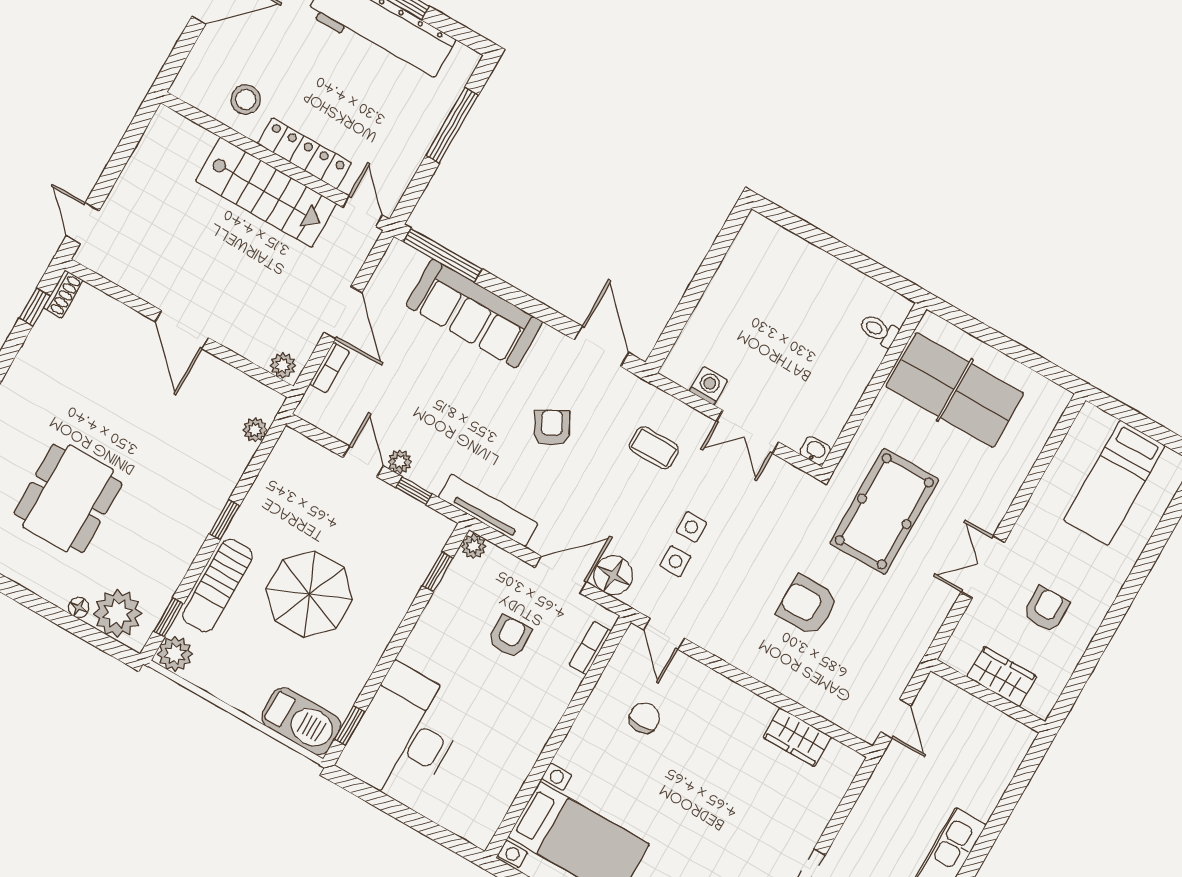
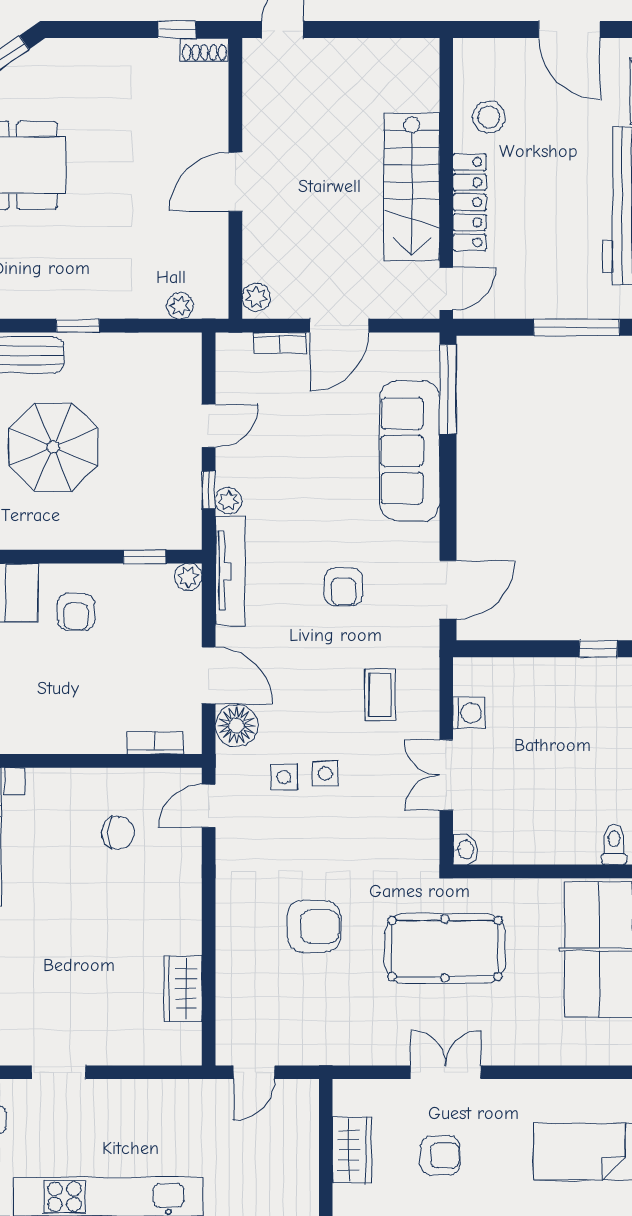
window: (717, 254) -> (598, 649), added
armchair: (552, 428) -> (343, 587), turned 118
plant: (400, 462) -> (228, 501), moved
armchair: (807, 605) -> (314, 927), turned 90
armchair: (510, 636) -> (76, 612), moved, turned 92

